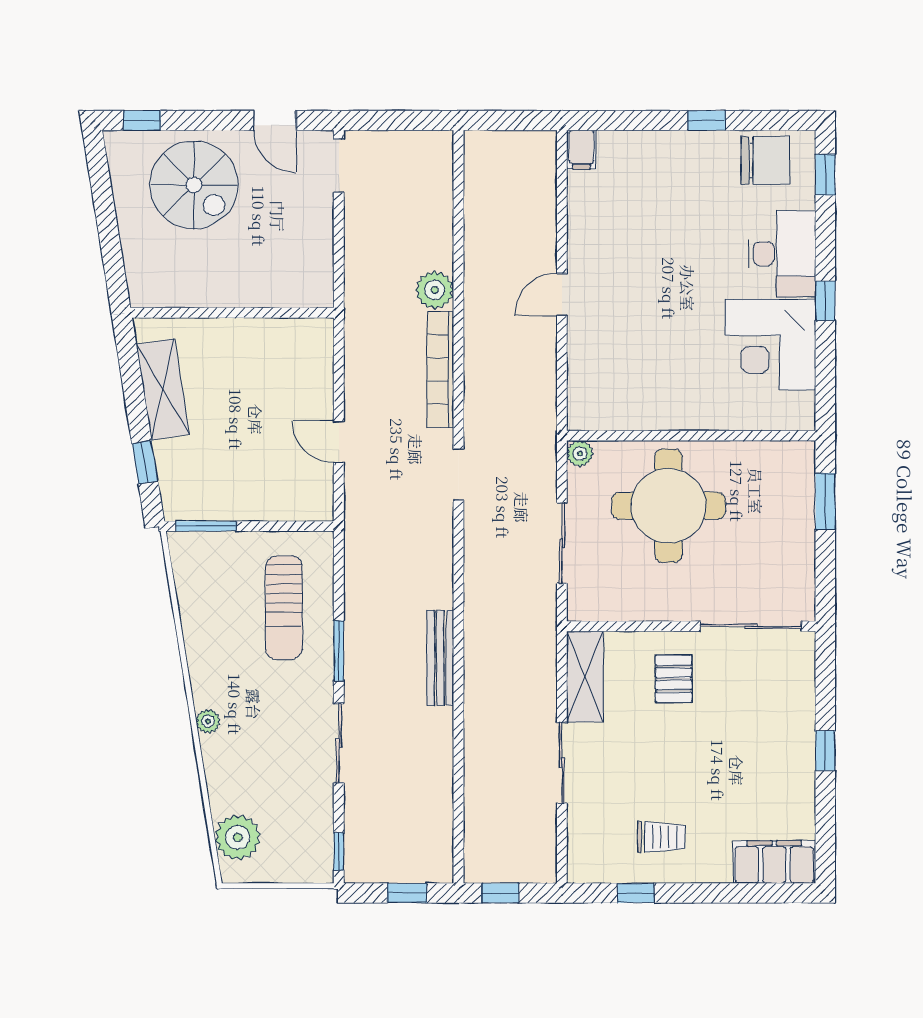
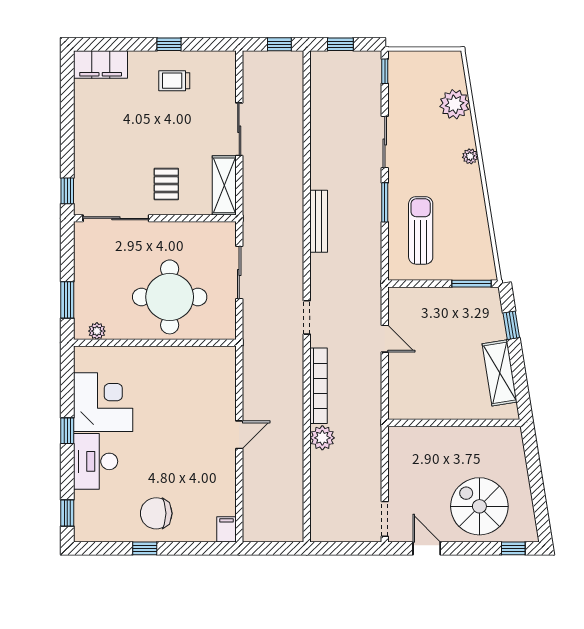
chair: (765, 160) -> (156, 513), moved
plant: (580, 454) -> (97, 331), moved
bench: (440, 658) -> (319, 221), moved
window: (825, 751) -> (67, 191), moved
plant: (238, 837) -> (455, 104), moved
window: (636, 893) -> (169, 44), moved

